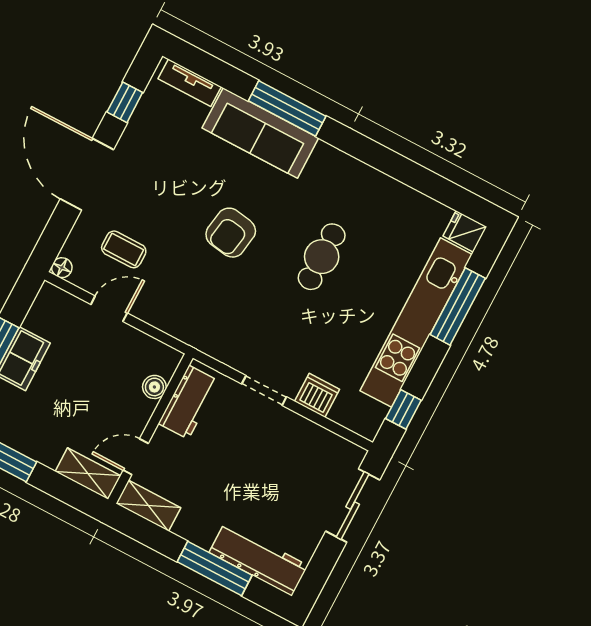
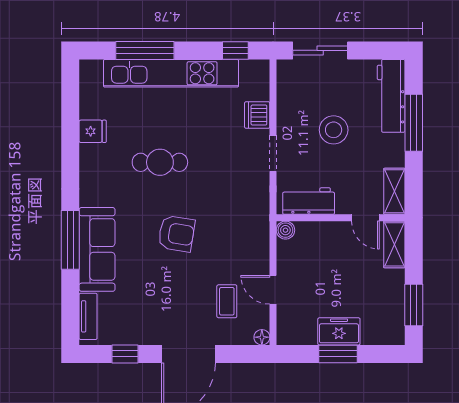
fridge: (465, 231) -> (93, 131), moved, turned -90
boiler: (154, 387) -> (285, 230), moved
stool: (254, 473) -> (334, 130), added

